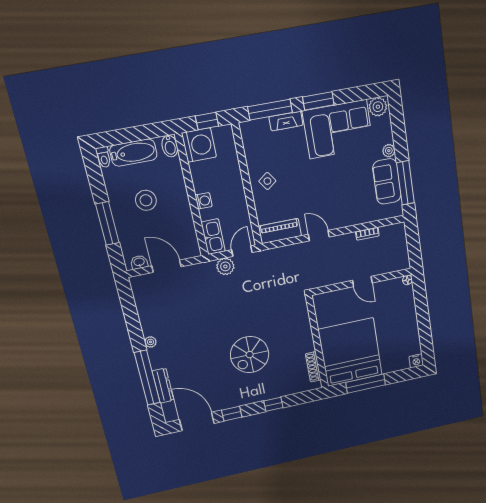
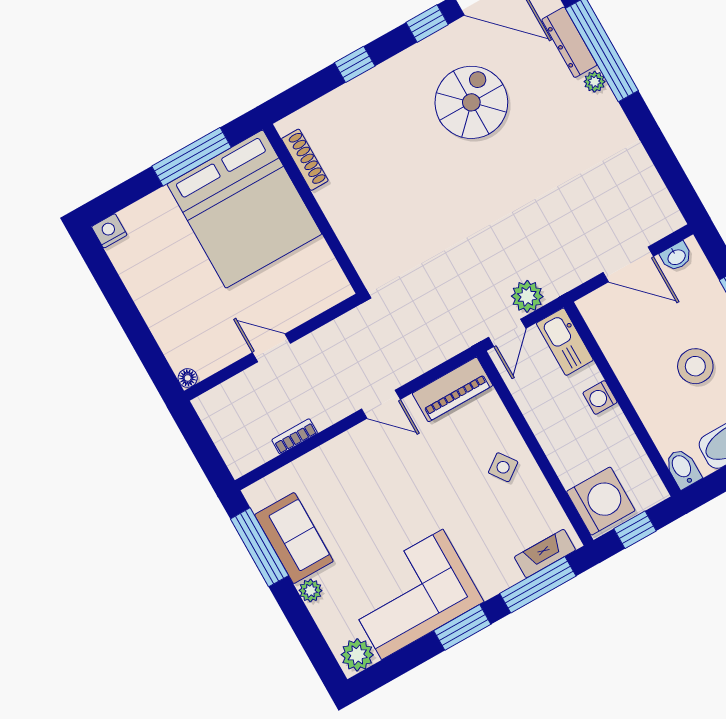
fireplace: (286, 121) -> (545, 553), moved
washing machine: (199, 145) -> (601, 501), moved, turned 180
plant: (151, 342) -> (595, 82), moved
spiral stairs: (250, 355) -> (471, 102), moved

